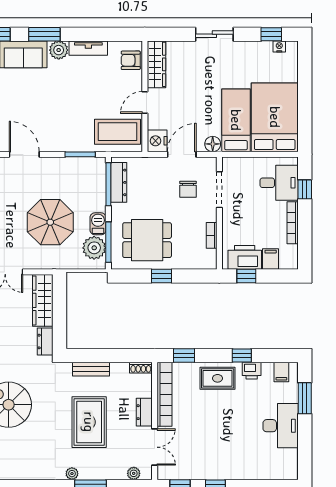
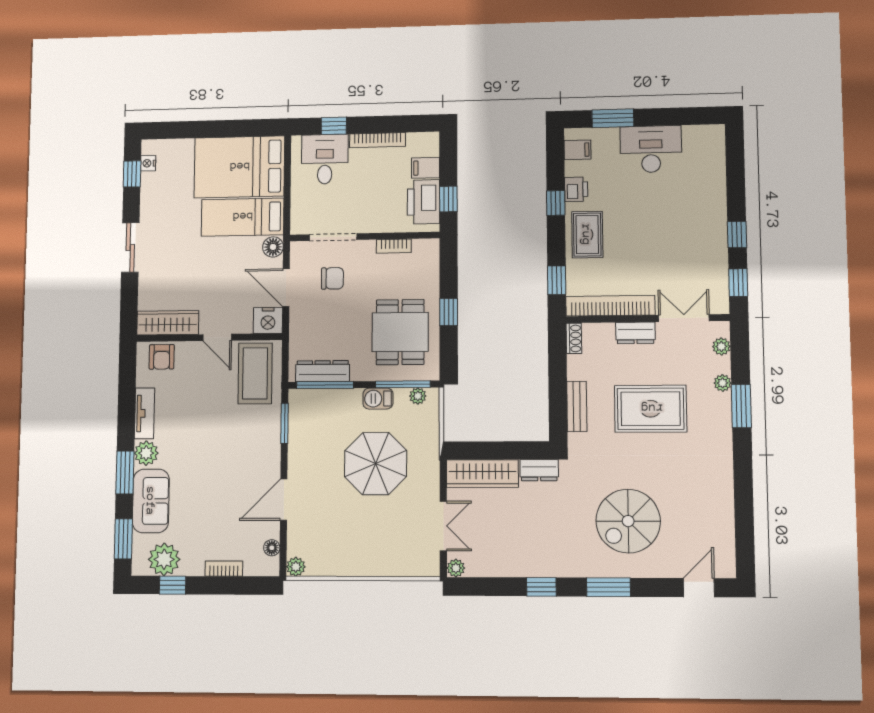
plant: (94, 248) -> (418, 396), width x0.53, depth x0.53
plant: (72, 474) -> (723, 383), moved

